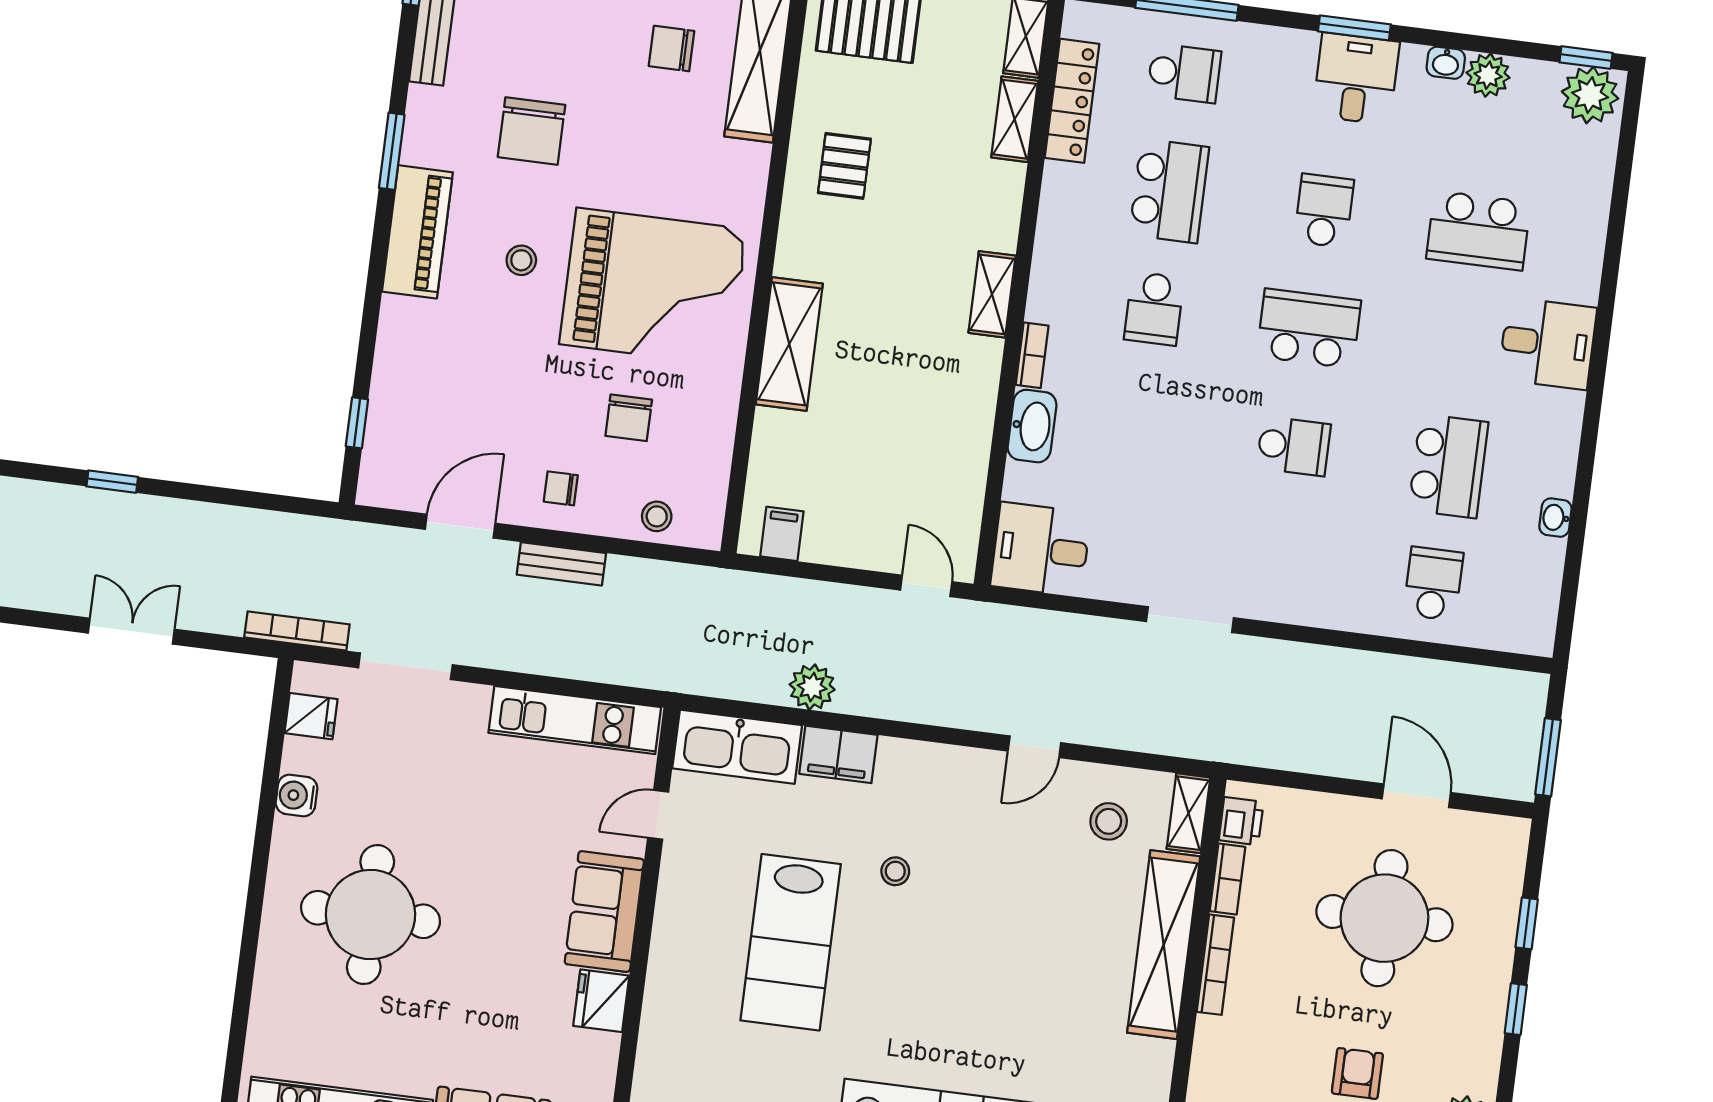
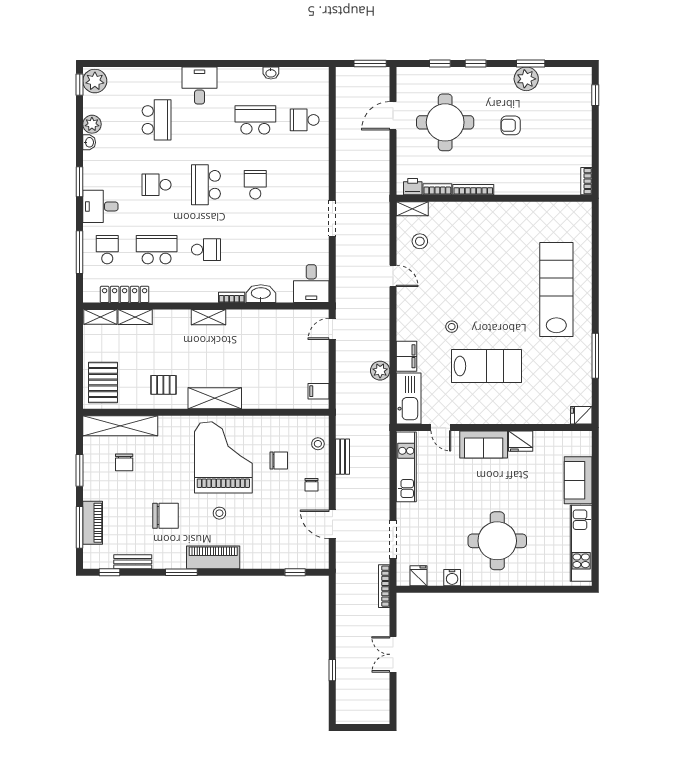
desk: (1356, 79) -> (100, 206), moved
shelving: (789, 344) -> (215, 398), moved
bench: (561, 564) -> (343, 457), moved
shelving: (1164, 945) -> (468, 212), removed

